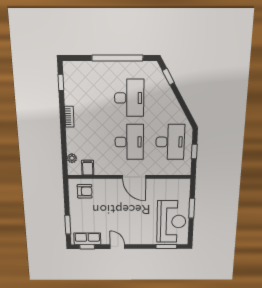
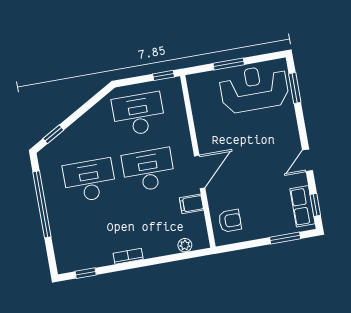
window: (194, 152) -> (164, 75), moved
filing cabinet: (88, 168) -> (192, 204), moved
door: (134, 177) -> (200, 172), moved
armchair: (85, 191) -> (230, 221), turned 90

